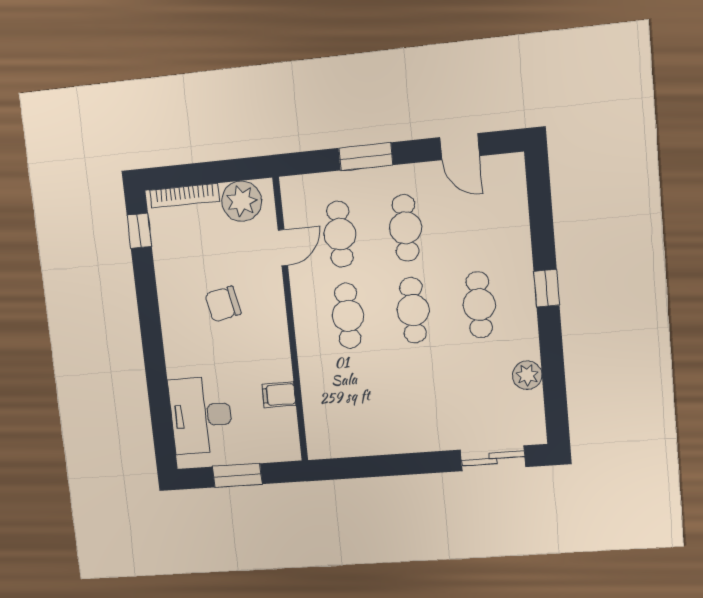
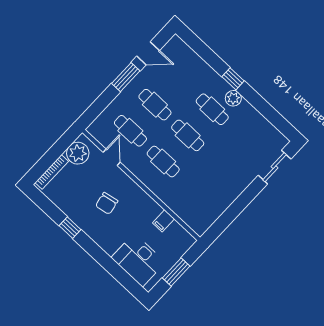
window: (366, 156) -> (126, 77), moved
window: (139, 231) -> (70, 228), moved
plant: (527, 375) -> (233, 98), moved

